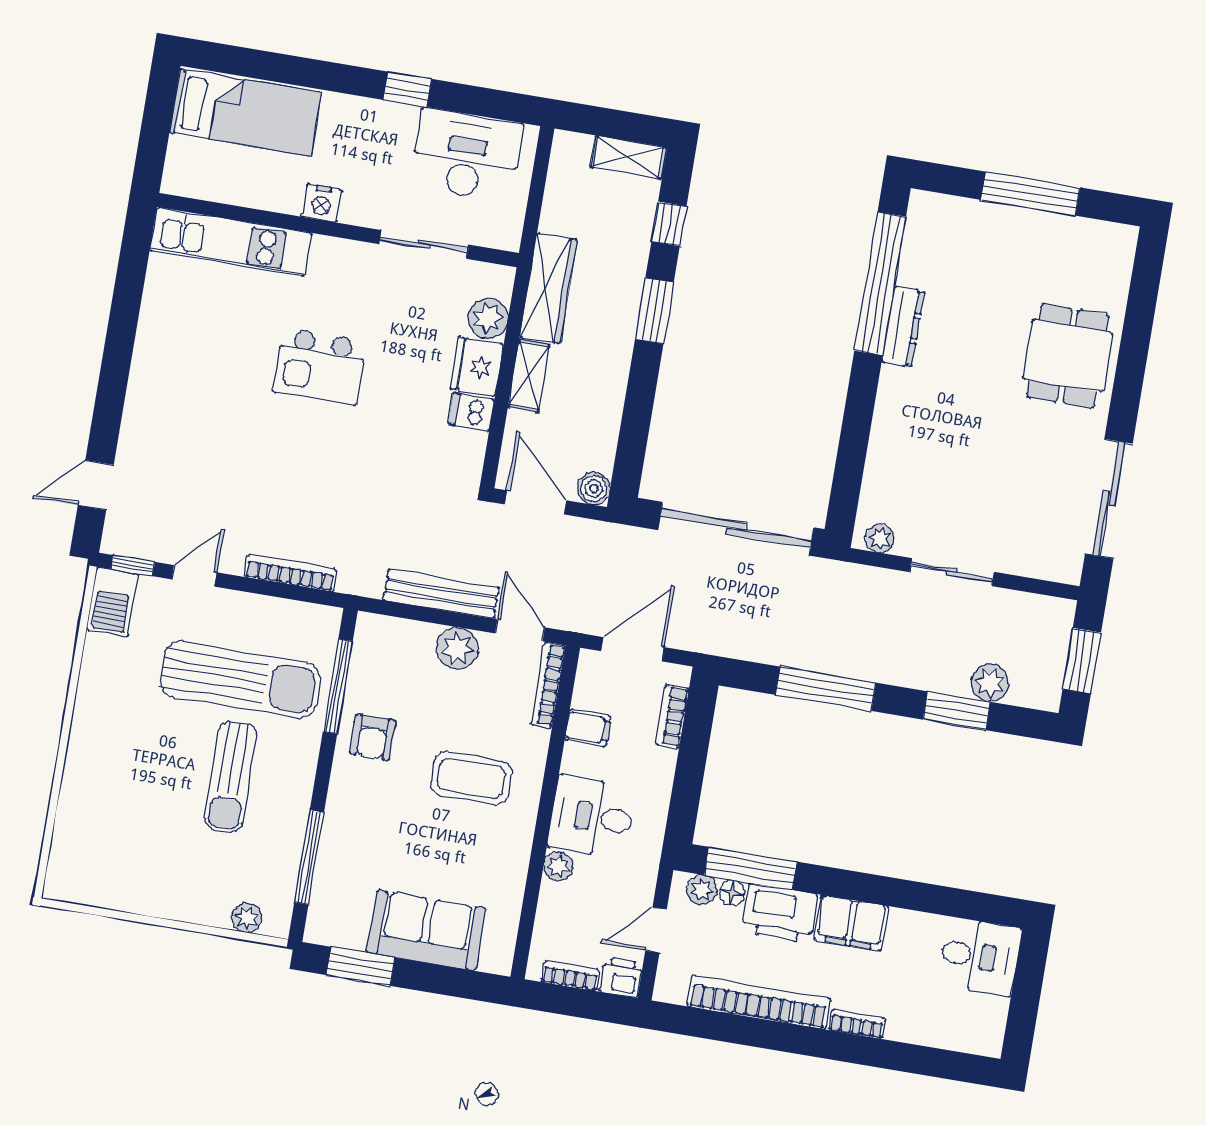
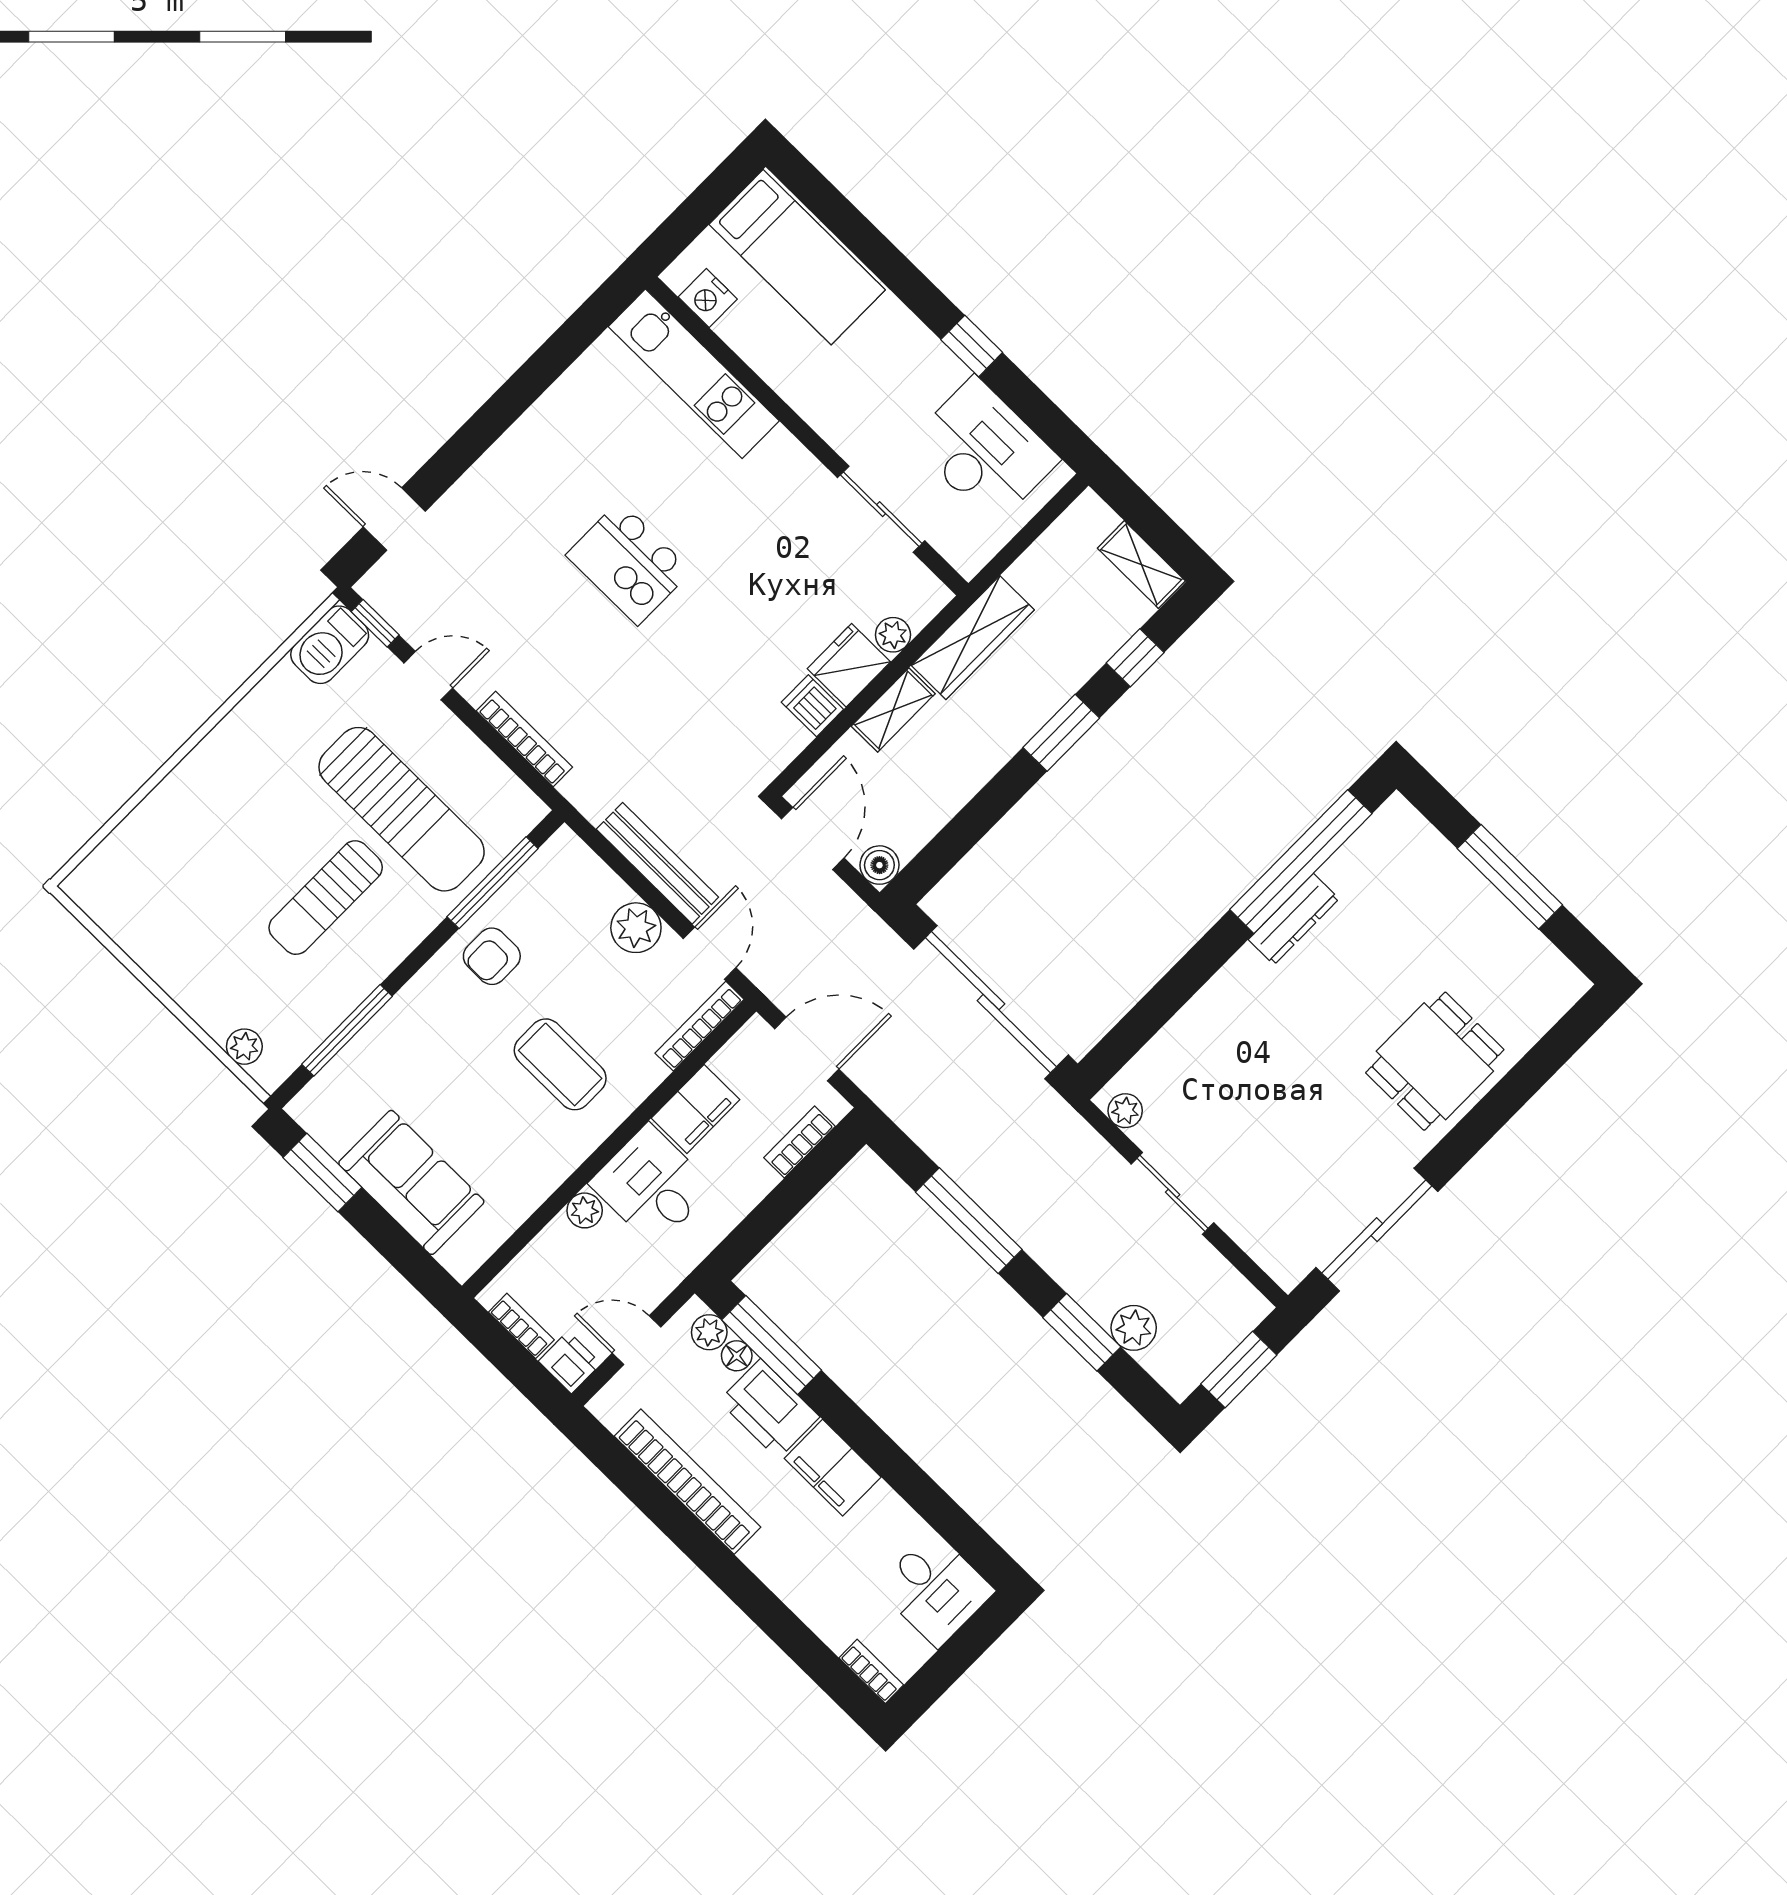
nightstand: (322, 203) -> (708, 298), moved
plant: (488, 318) -> (893, 635), width x0.73, depth x0.73
kitchen island: (319, 367) -> (629, 563), moved
filing cabinet: (588, 728) -> (696, 1109), width x2.00
bookcase: (857, 1024) -> (871, 1671), moved

